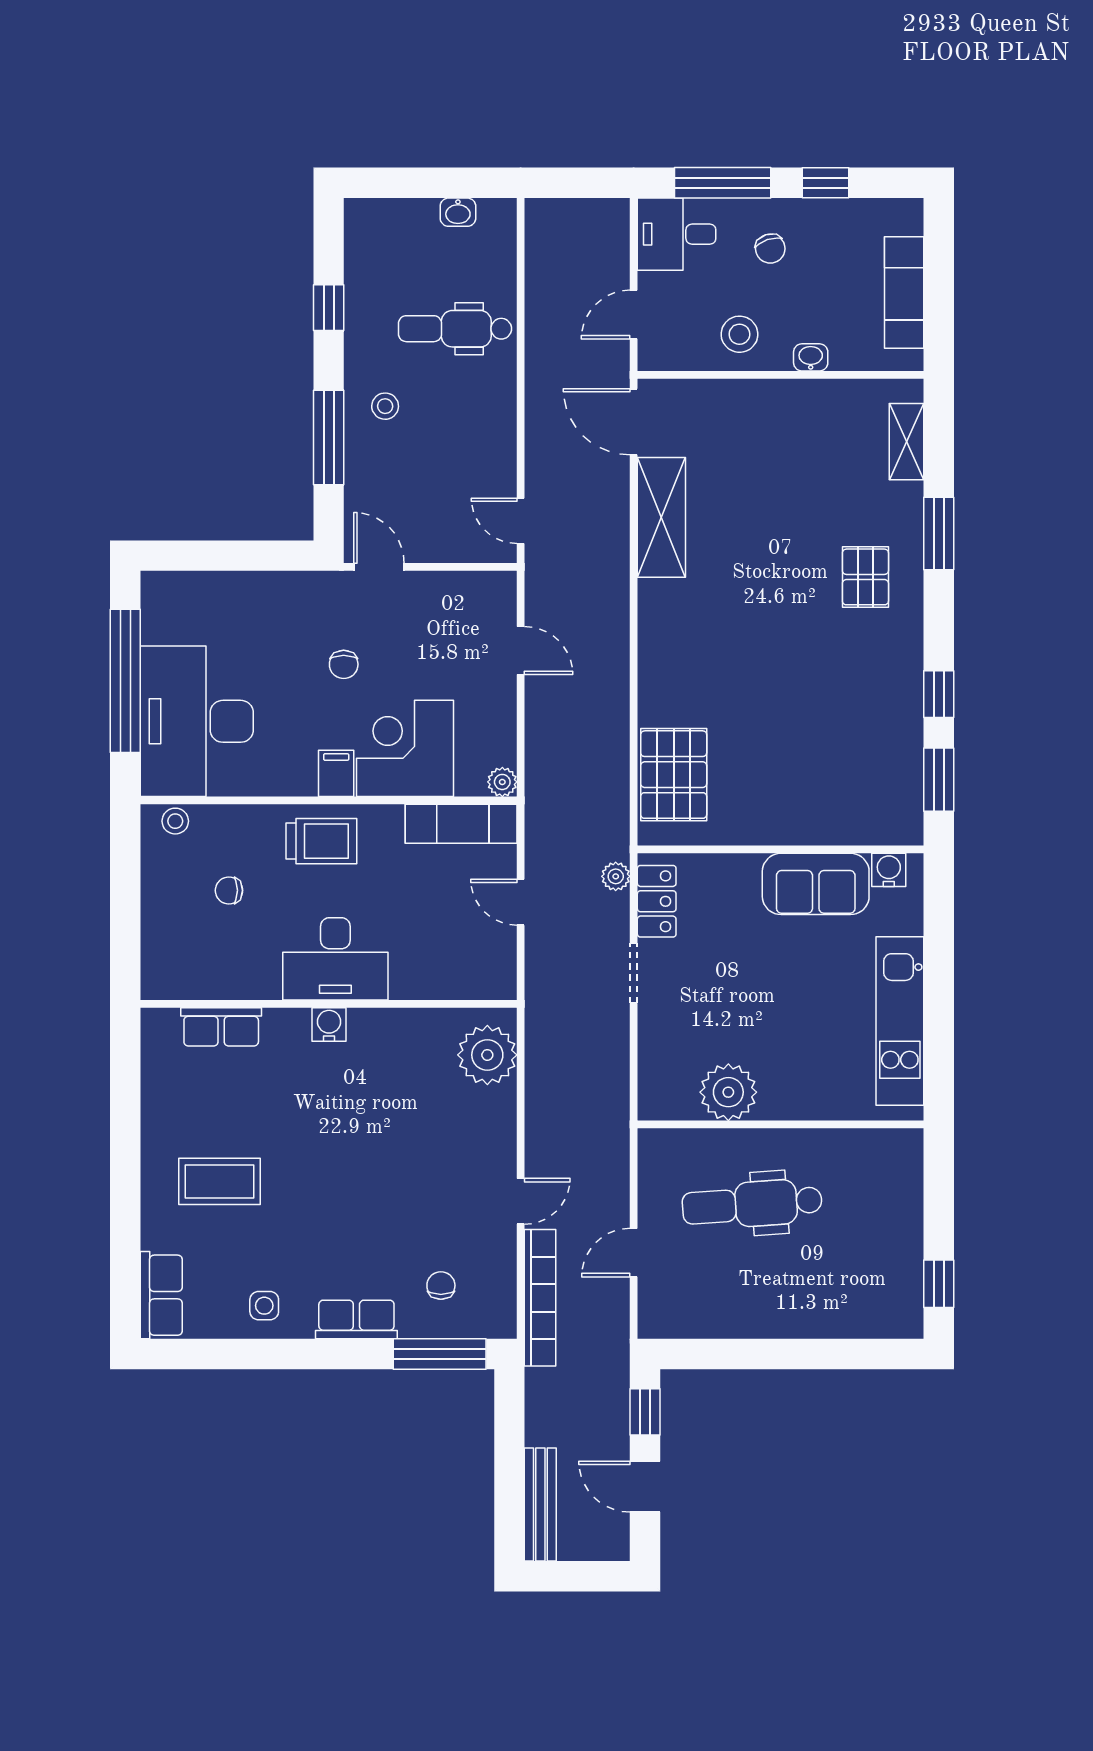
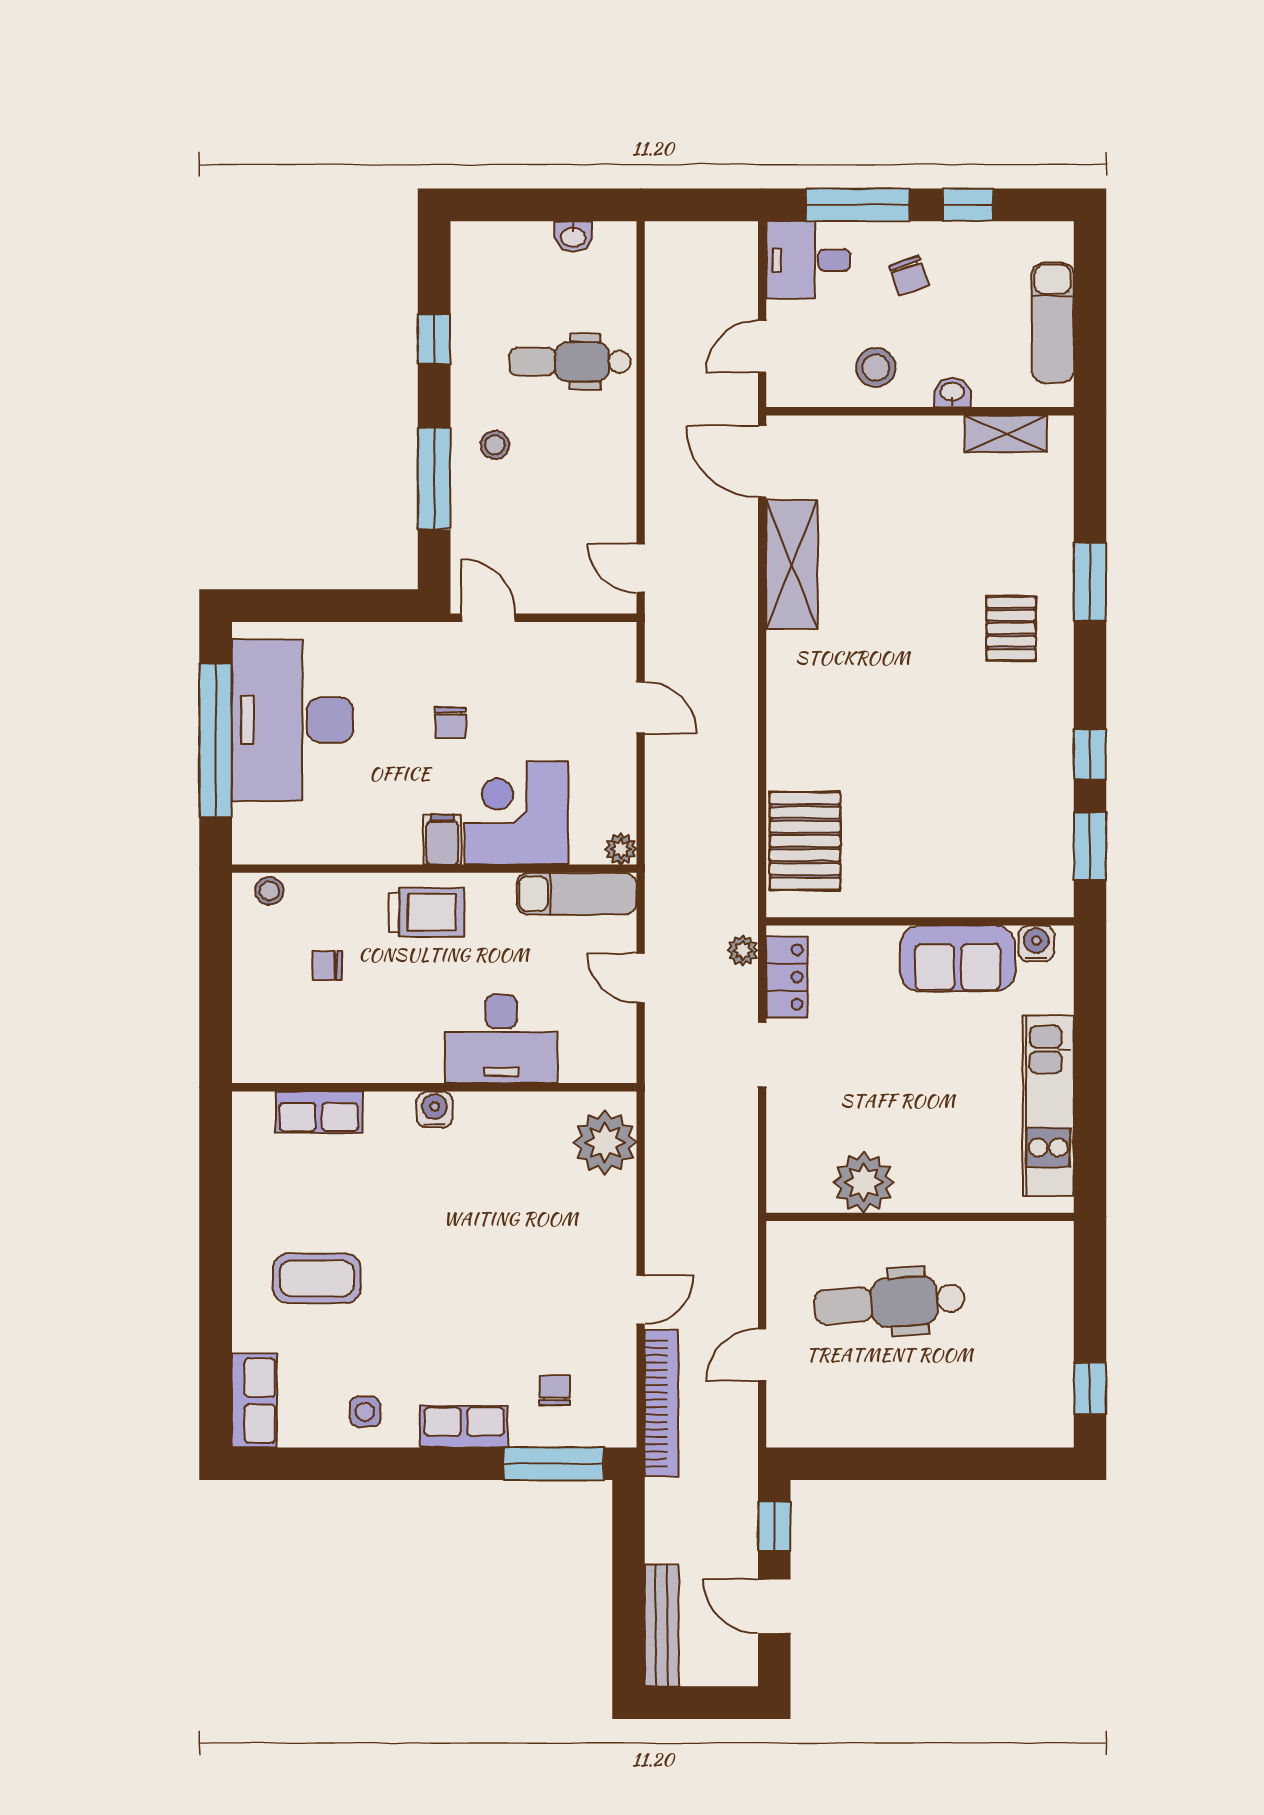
shelving: (906, 442) -> (1006, 434), moved, turned 90
desk: (197, 721) -> (292, 720), moved
desk: (335, 959) -> (501, 1039), moved

